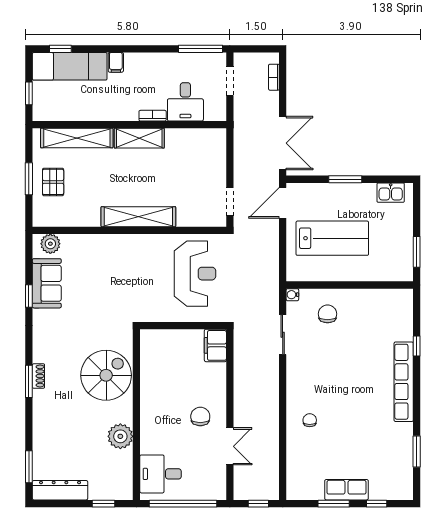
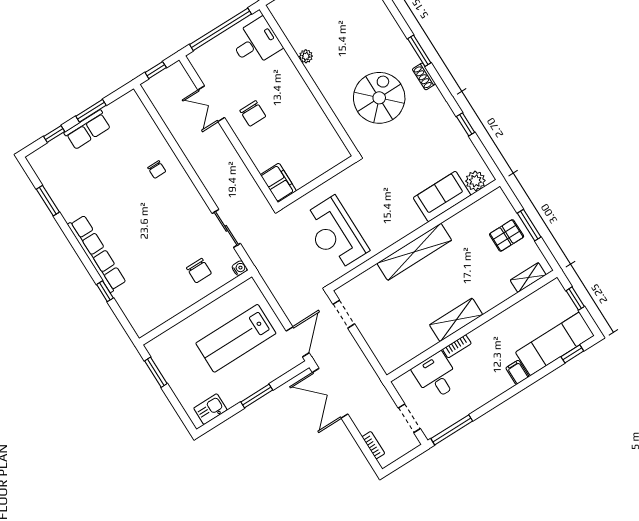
shelving: (77, 138) -> (528, 278), width x0.45, depth x0.75
pallet: (53, 182) -> (507, 235), turned 90
sofa: (47, 283) -> (442, 196), moved, turned 90
spiral stairs: (106, 375) -> (379, 98), moved, turned 180
shoe rack: (38, 376) -> (424, 76), moved
plant: (120, 436) -> (306, 56), width x0.53, depth x0.53

